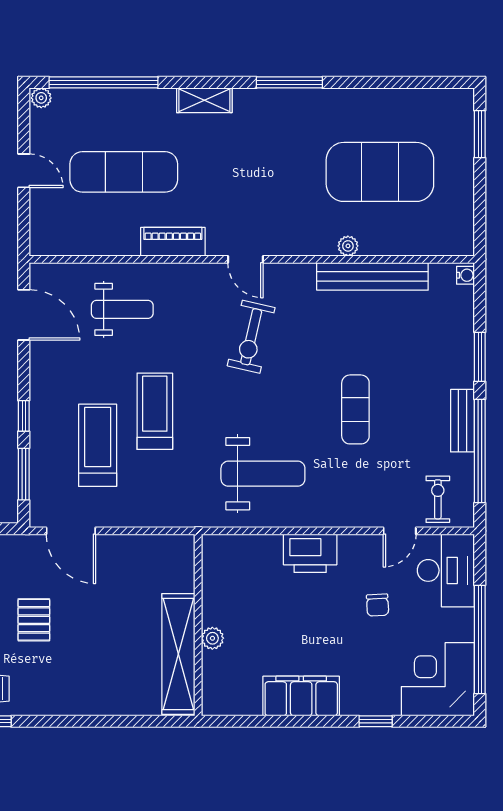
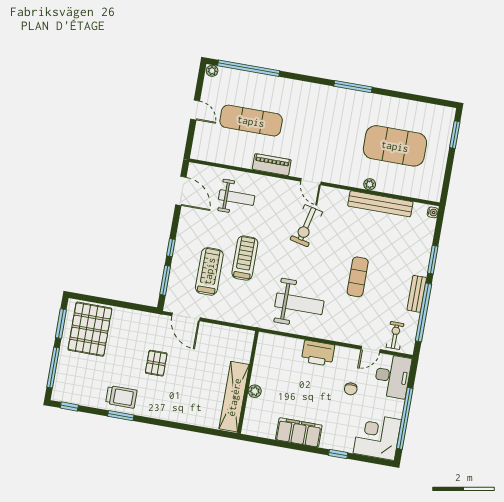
shelving: (204, 100) -> (303, 88), removed

